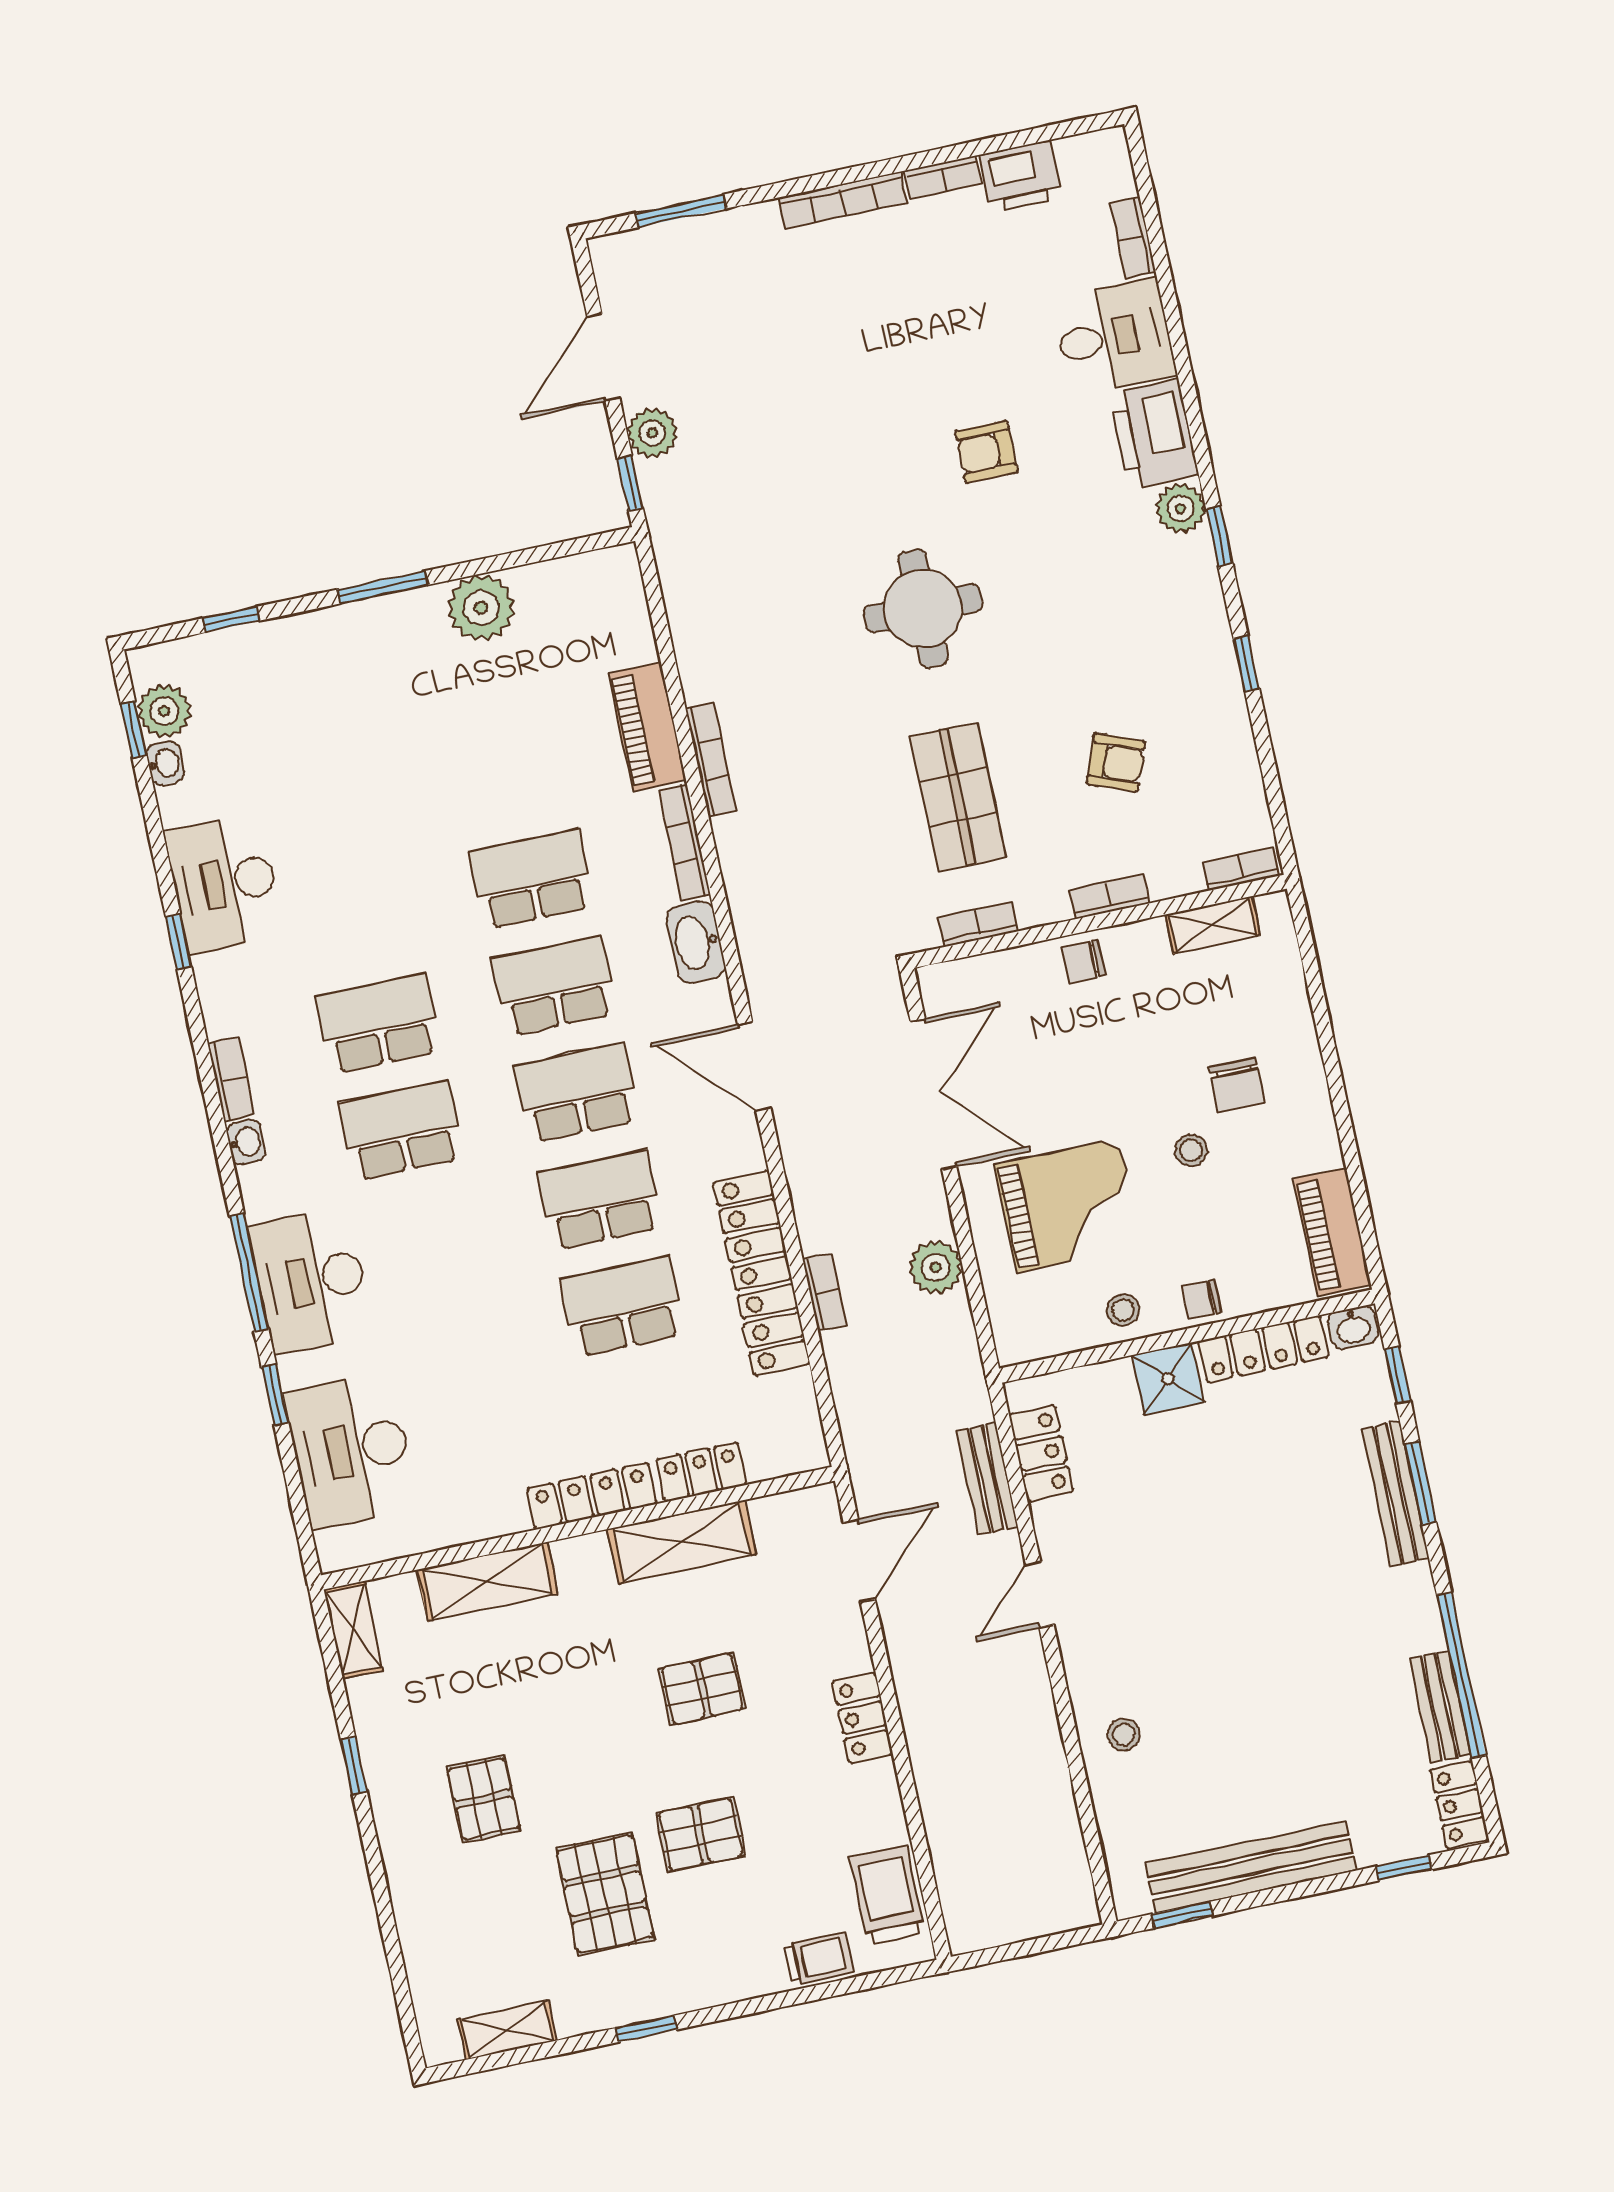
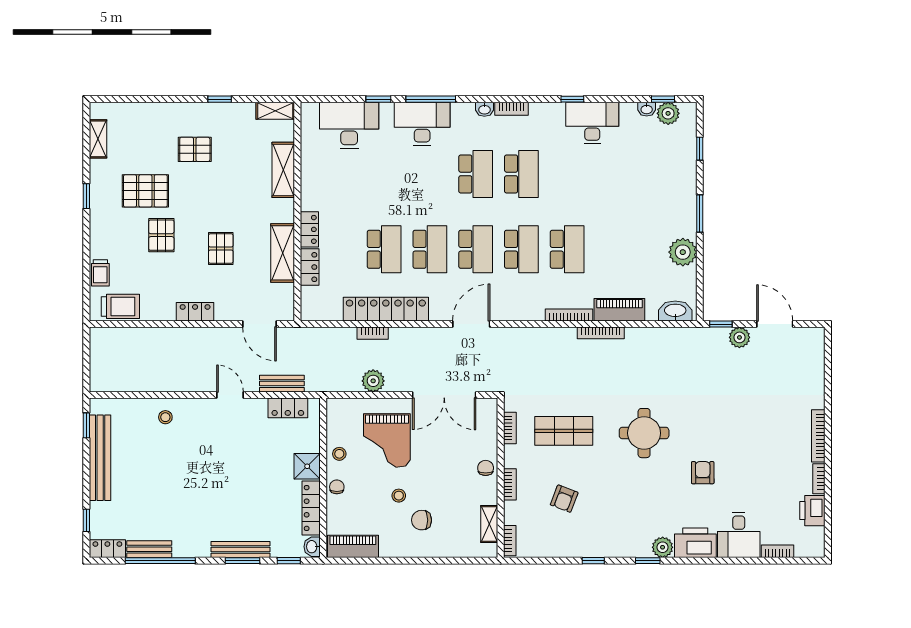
window: (681, 211) -> (828, 368), removed
washbasin: (696, 942) -> (675, 311), moved
locker: (592, 1496) -> (309, 229), width x0.66

